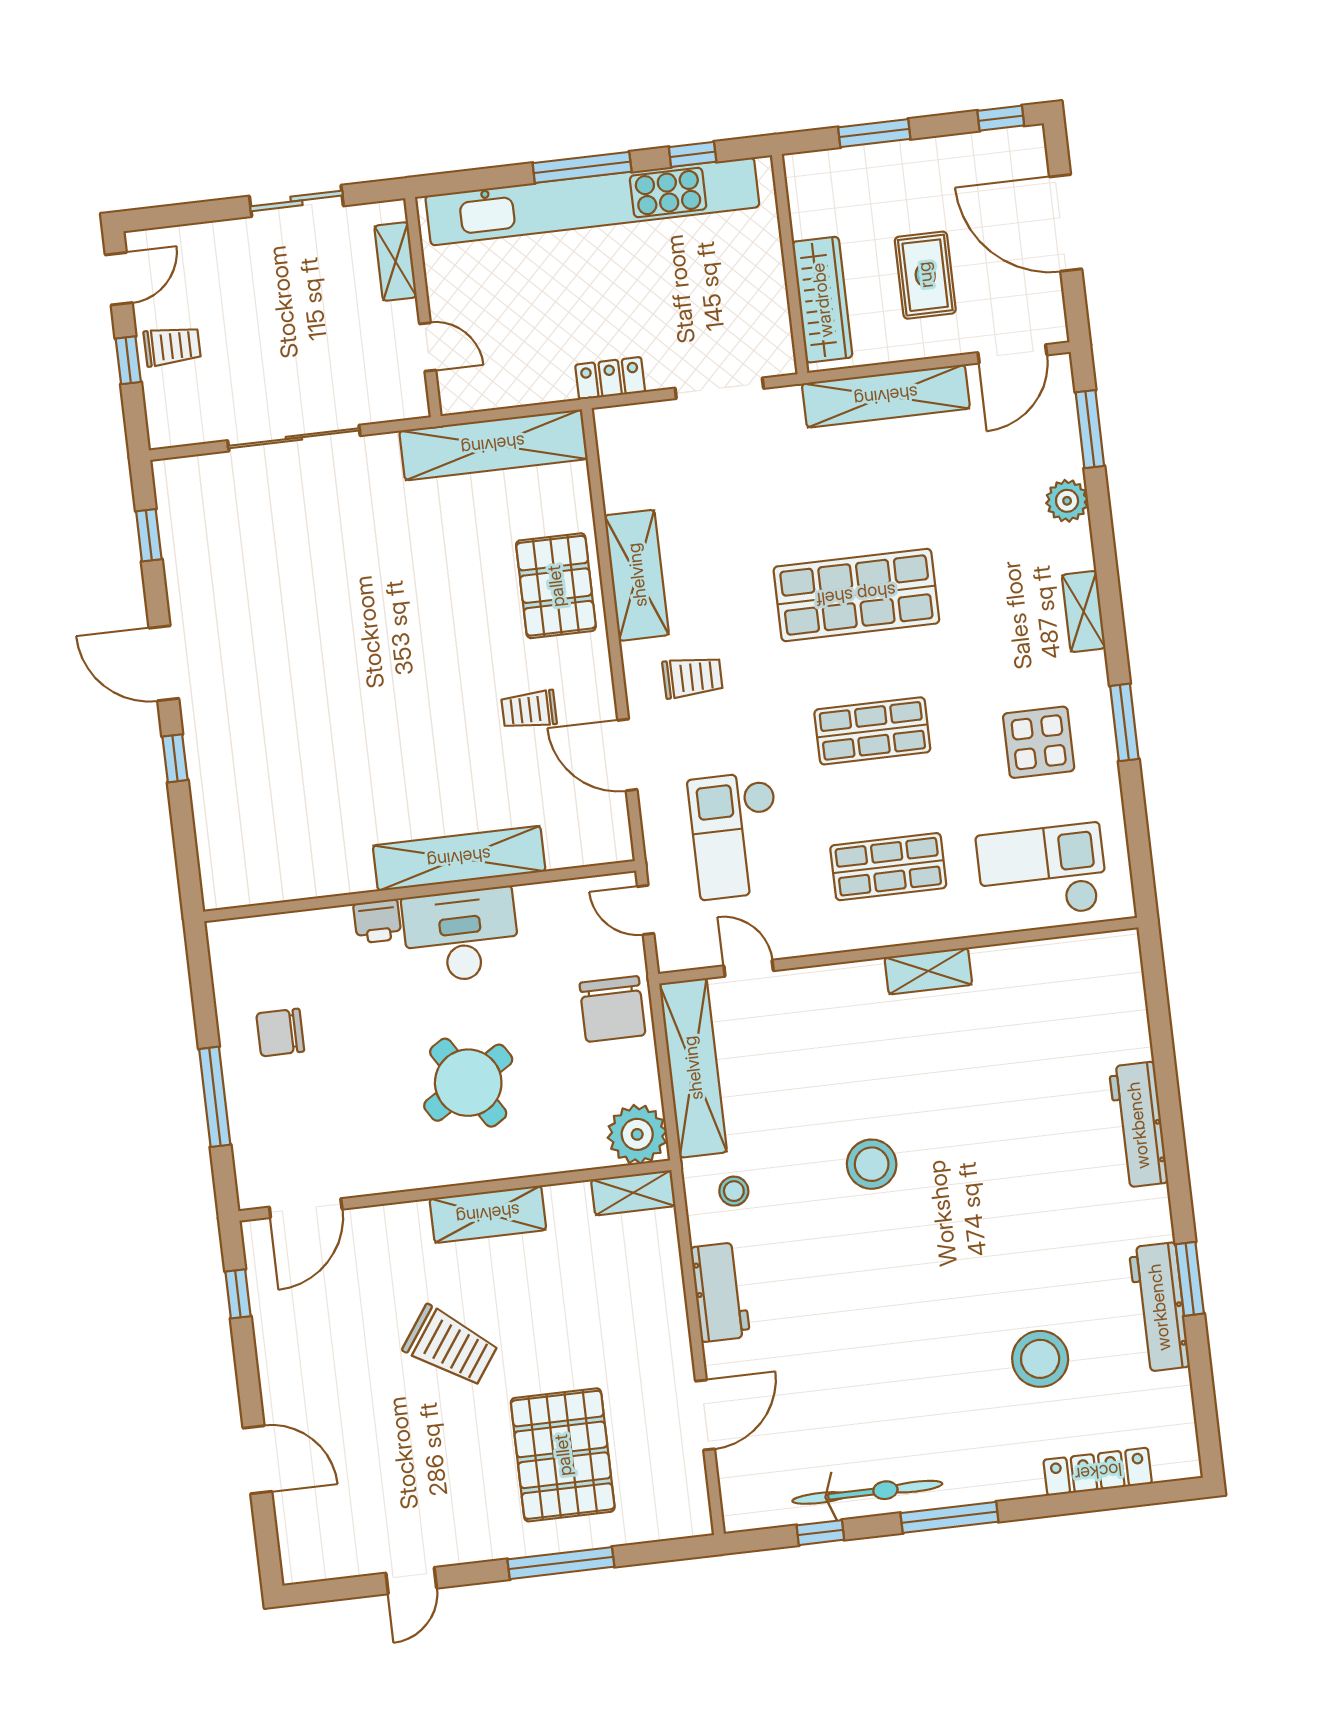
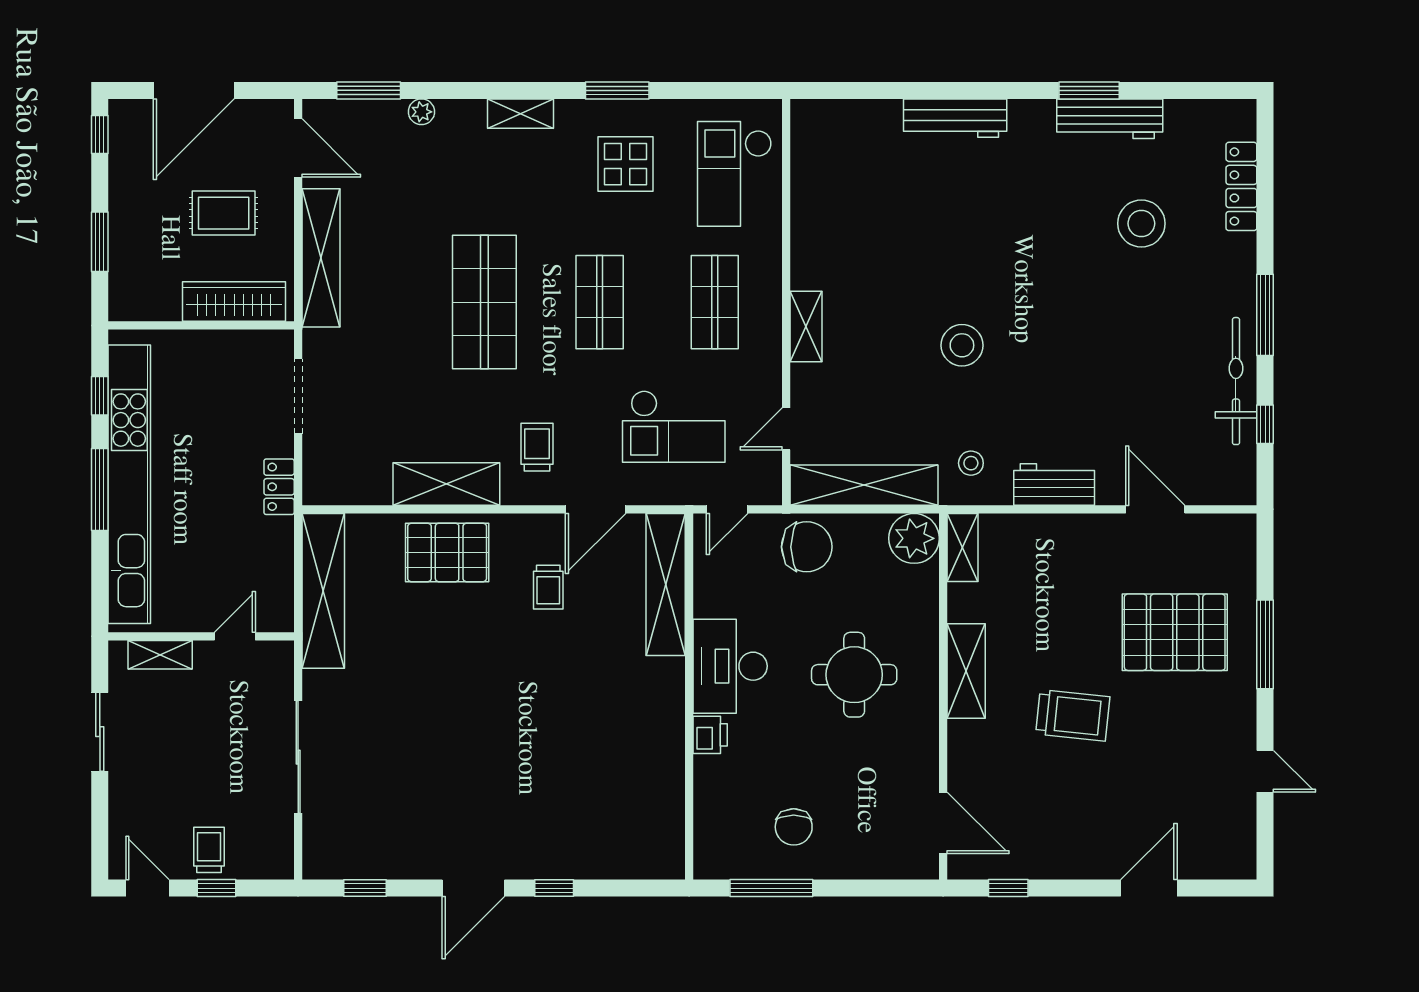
plant: (1067, 501) -> (421, 112), width x0.73, depth x0.73
shelving: (459, 858) -> (666, 584), moved
shelving: (928, 971) -> (806, 327), moved
round table: (468, 1083) -> (854, 675), turned 32
window: (215, 1097) -> (771, 888), moved
trolley: (450, 1346) -> (1073, 715), turned 61

